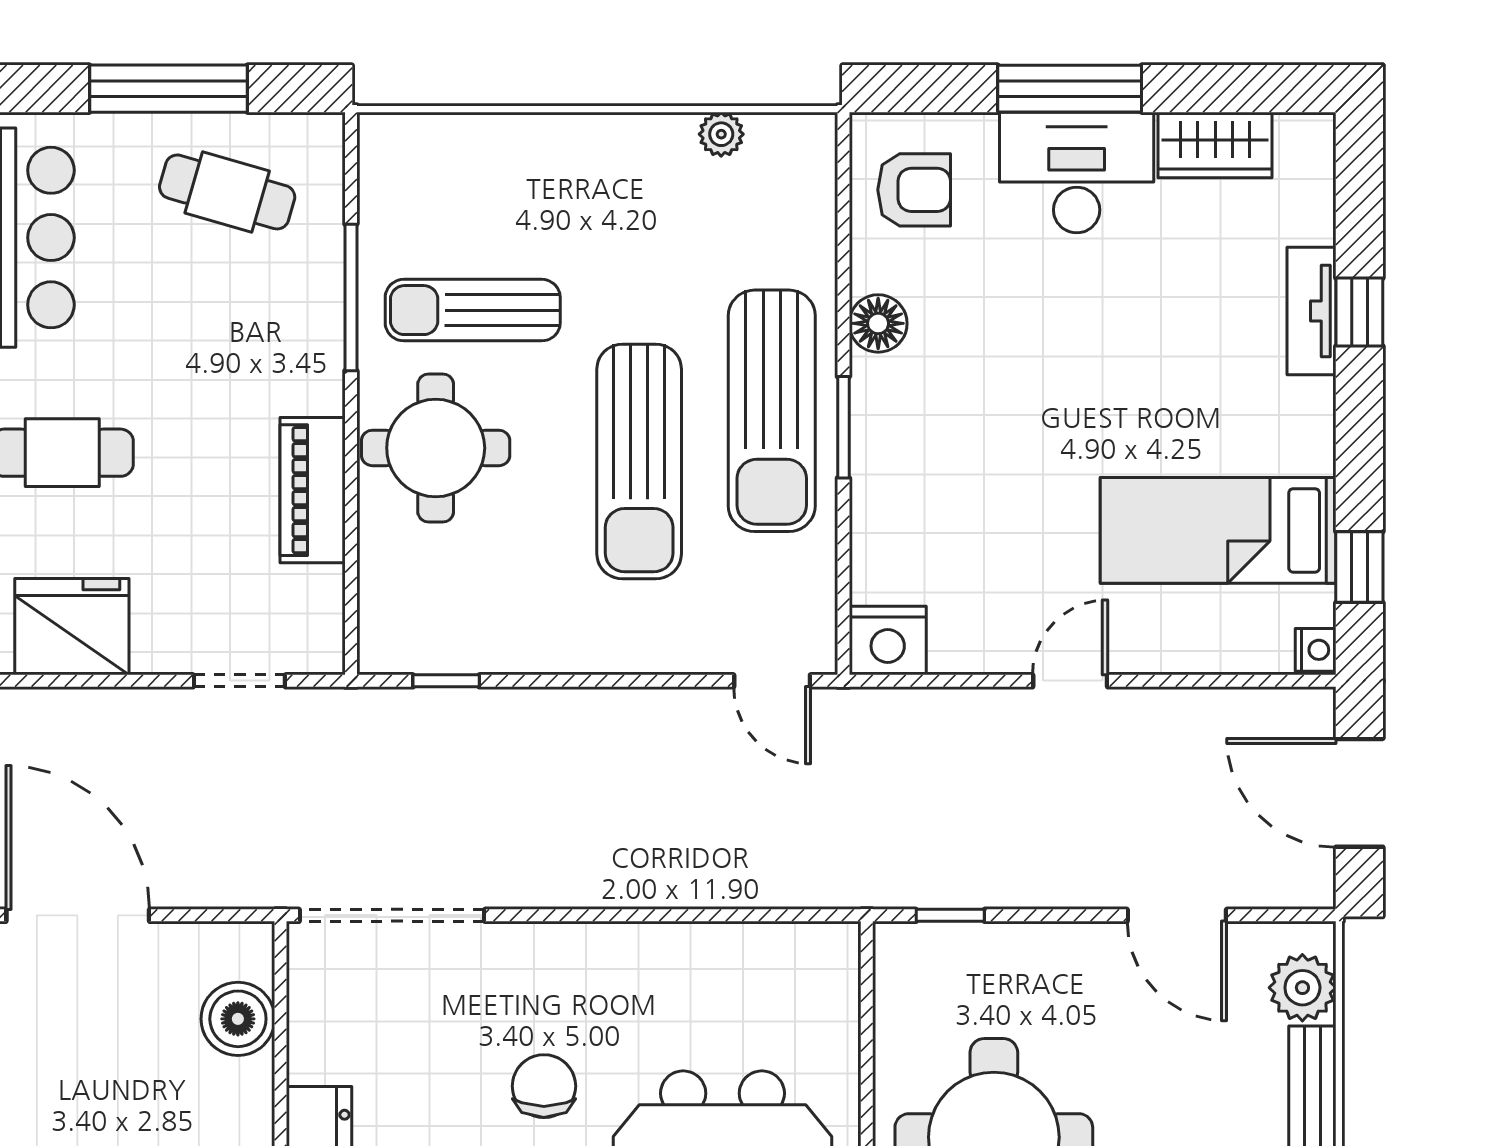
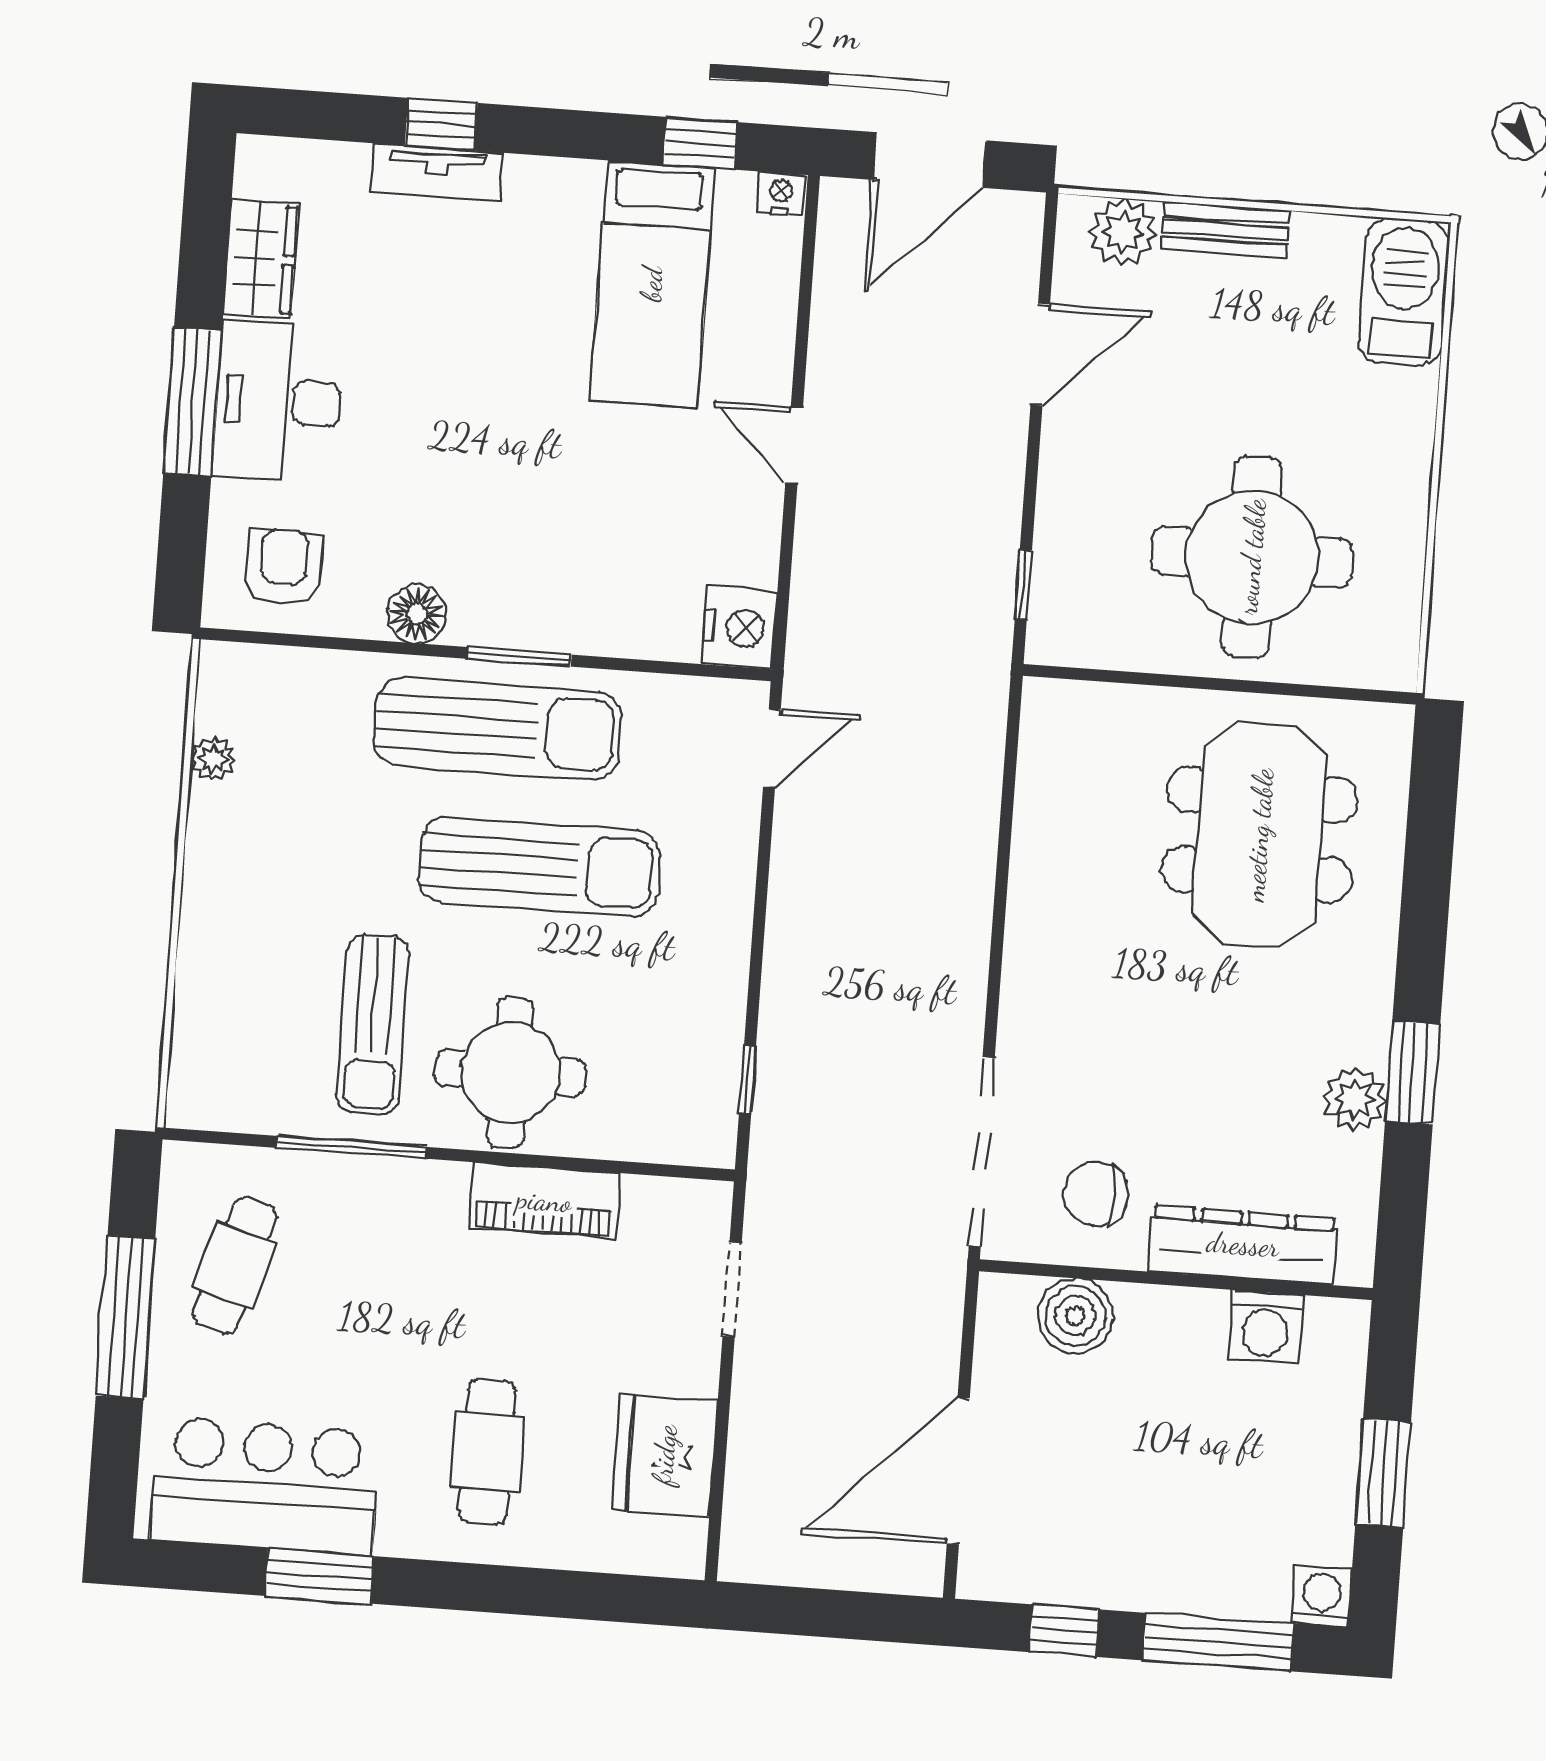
chair: (544, 1086) -> (1096, 1194), moved

